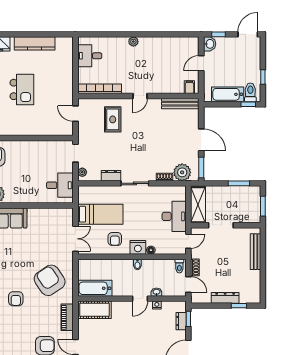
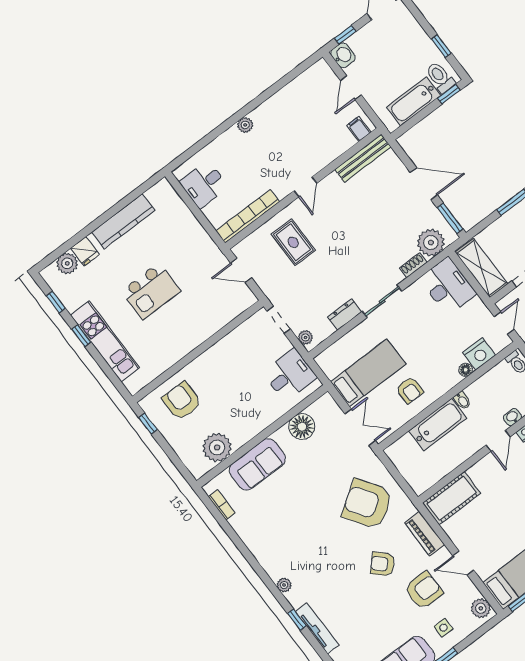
kitchen island: (22, 89) -> (151, 291), turned 90
floor lamp: (46, 216) -> (302, 427), added
desk: (174, 216) -> (448, 286), moved
nightstand: (138, 247) -> (479, 354), moved
bathtub: (95, 288) -> (438, 425), moved, turned 180
armchair: (16, 299) -> (383, 564), moved, turned 134

